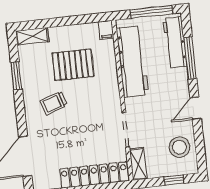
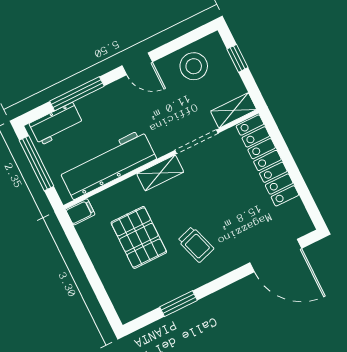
shelving: (32, 36) -> (160, 173), moved, turned 90
workbench: (175, 43) -> (56, 124), width x0.73

